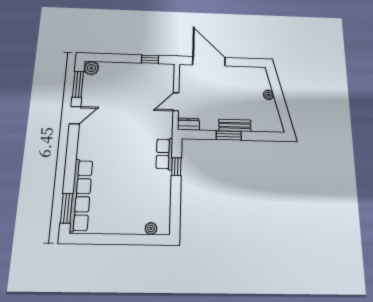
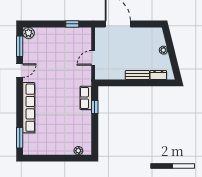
dresser: (188, 124) -> (158, 75), moved
window: (229, 135) -> (133, 83), removed
row of seats: (81, 195) -> (29, 108), moved

